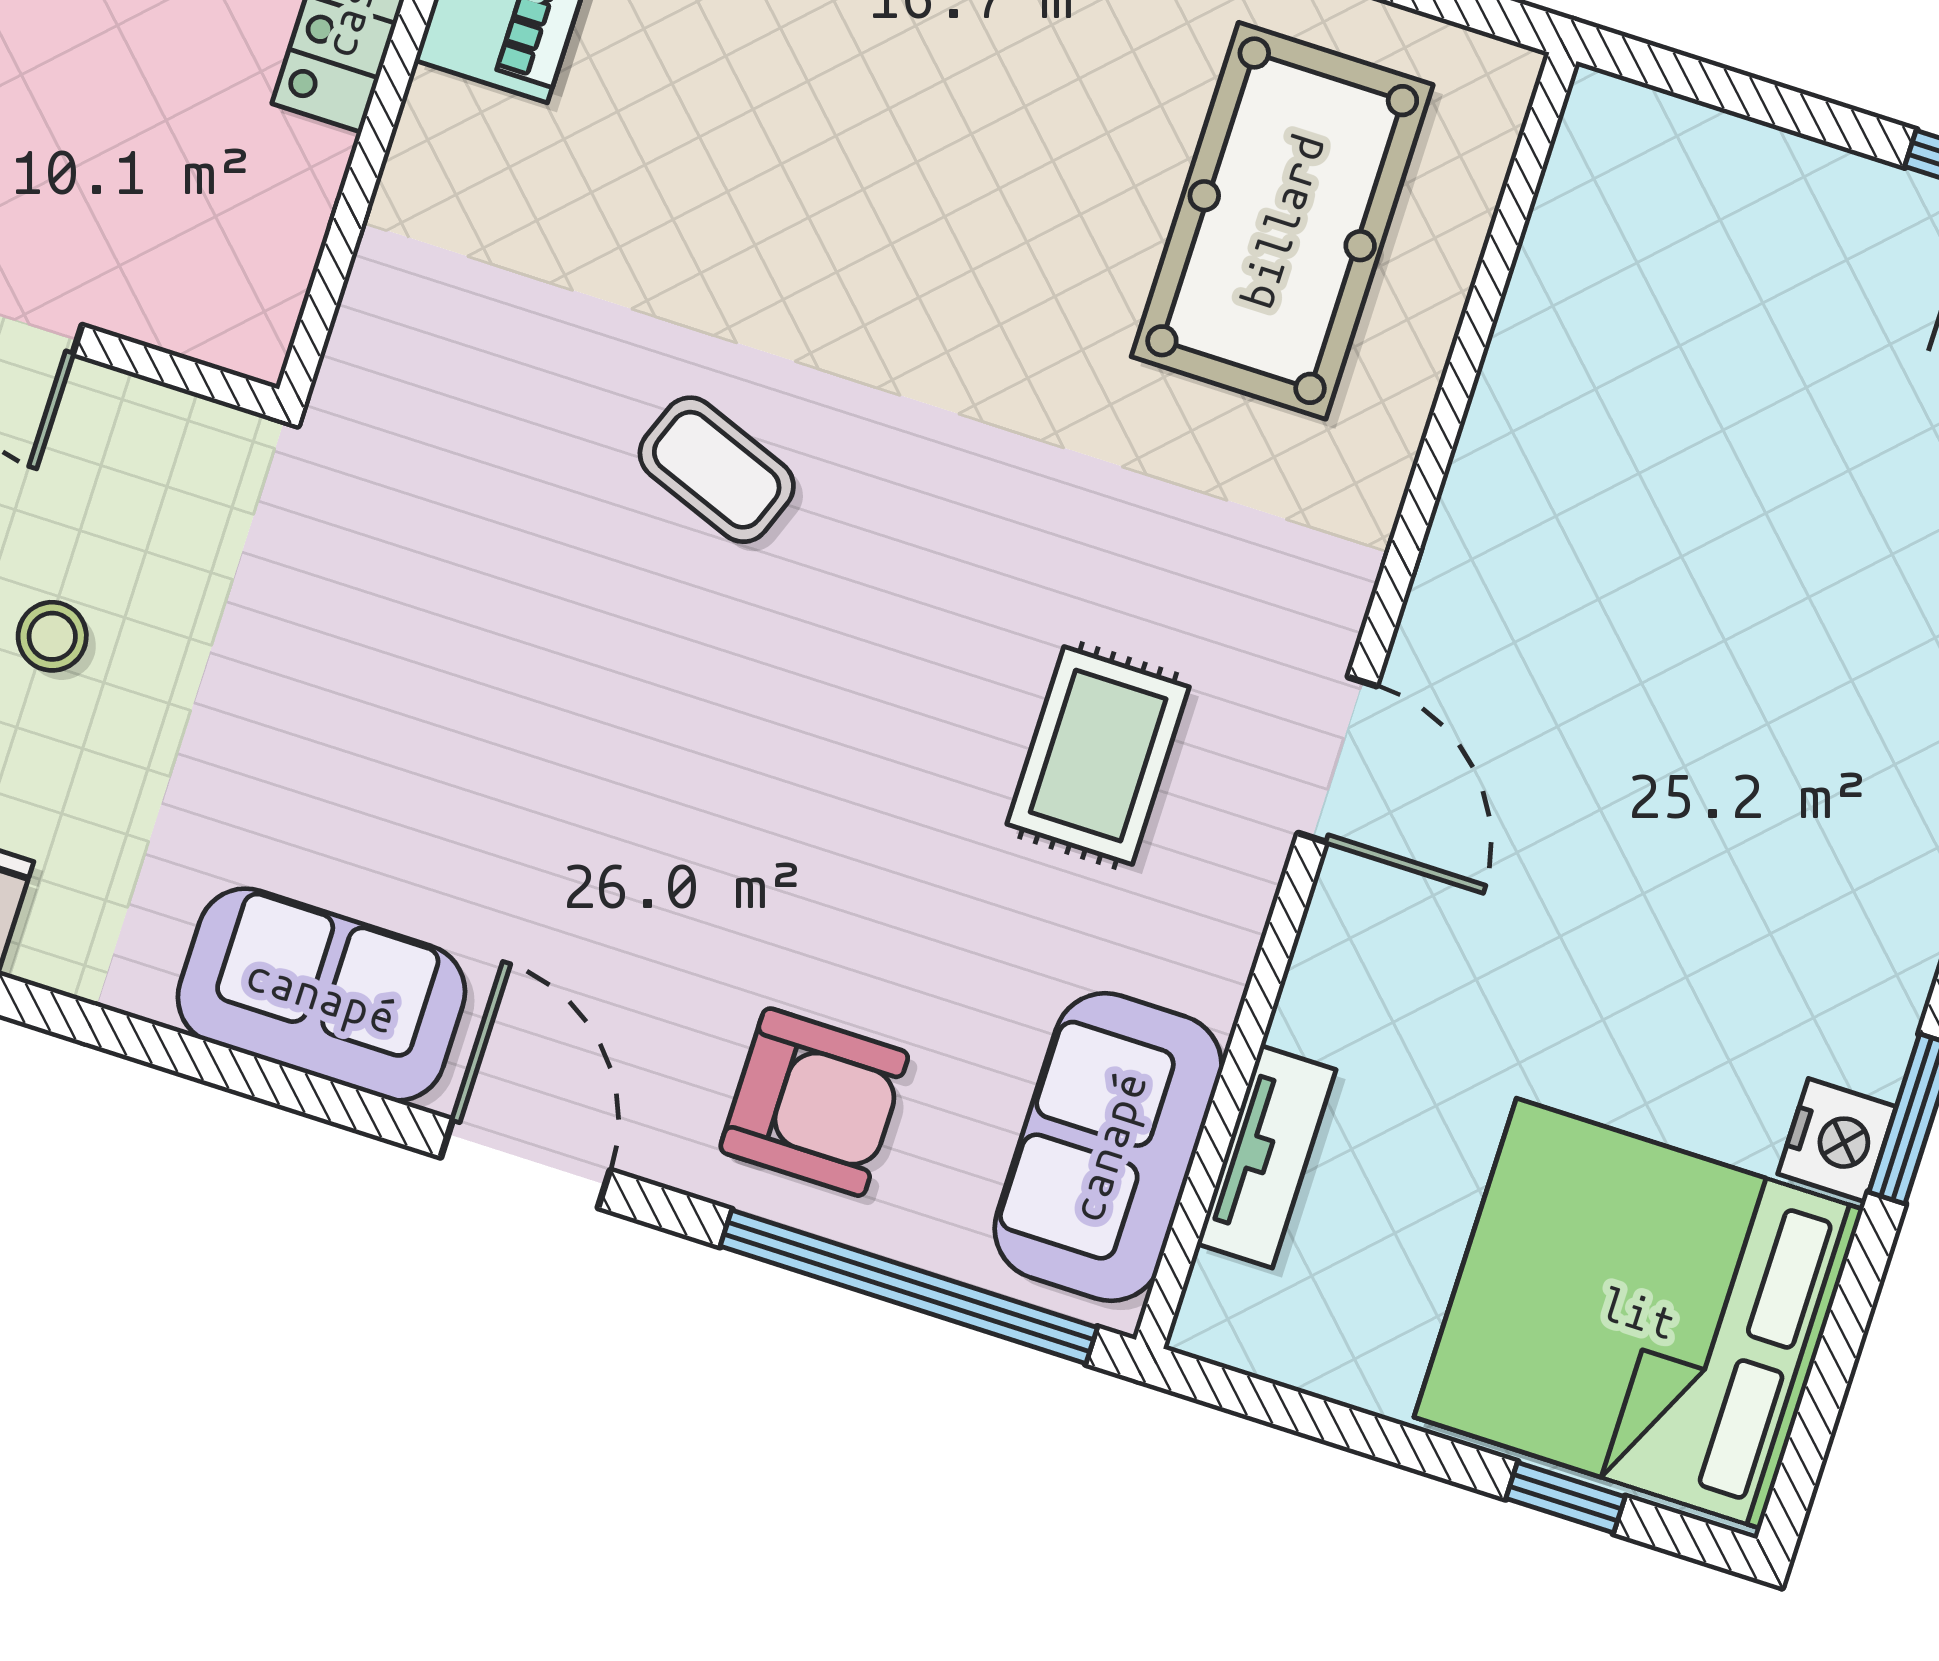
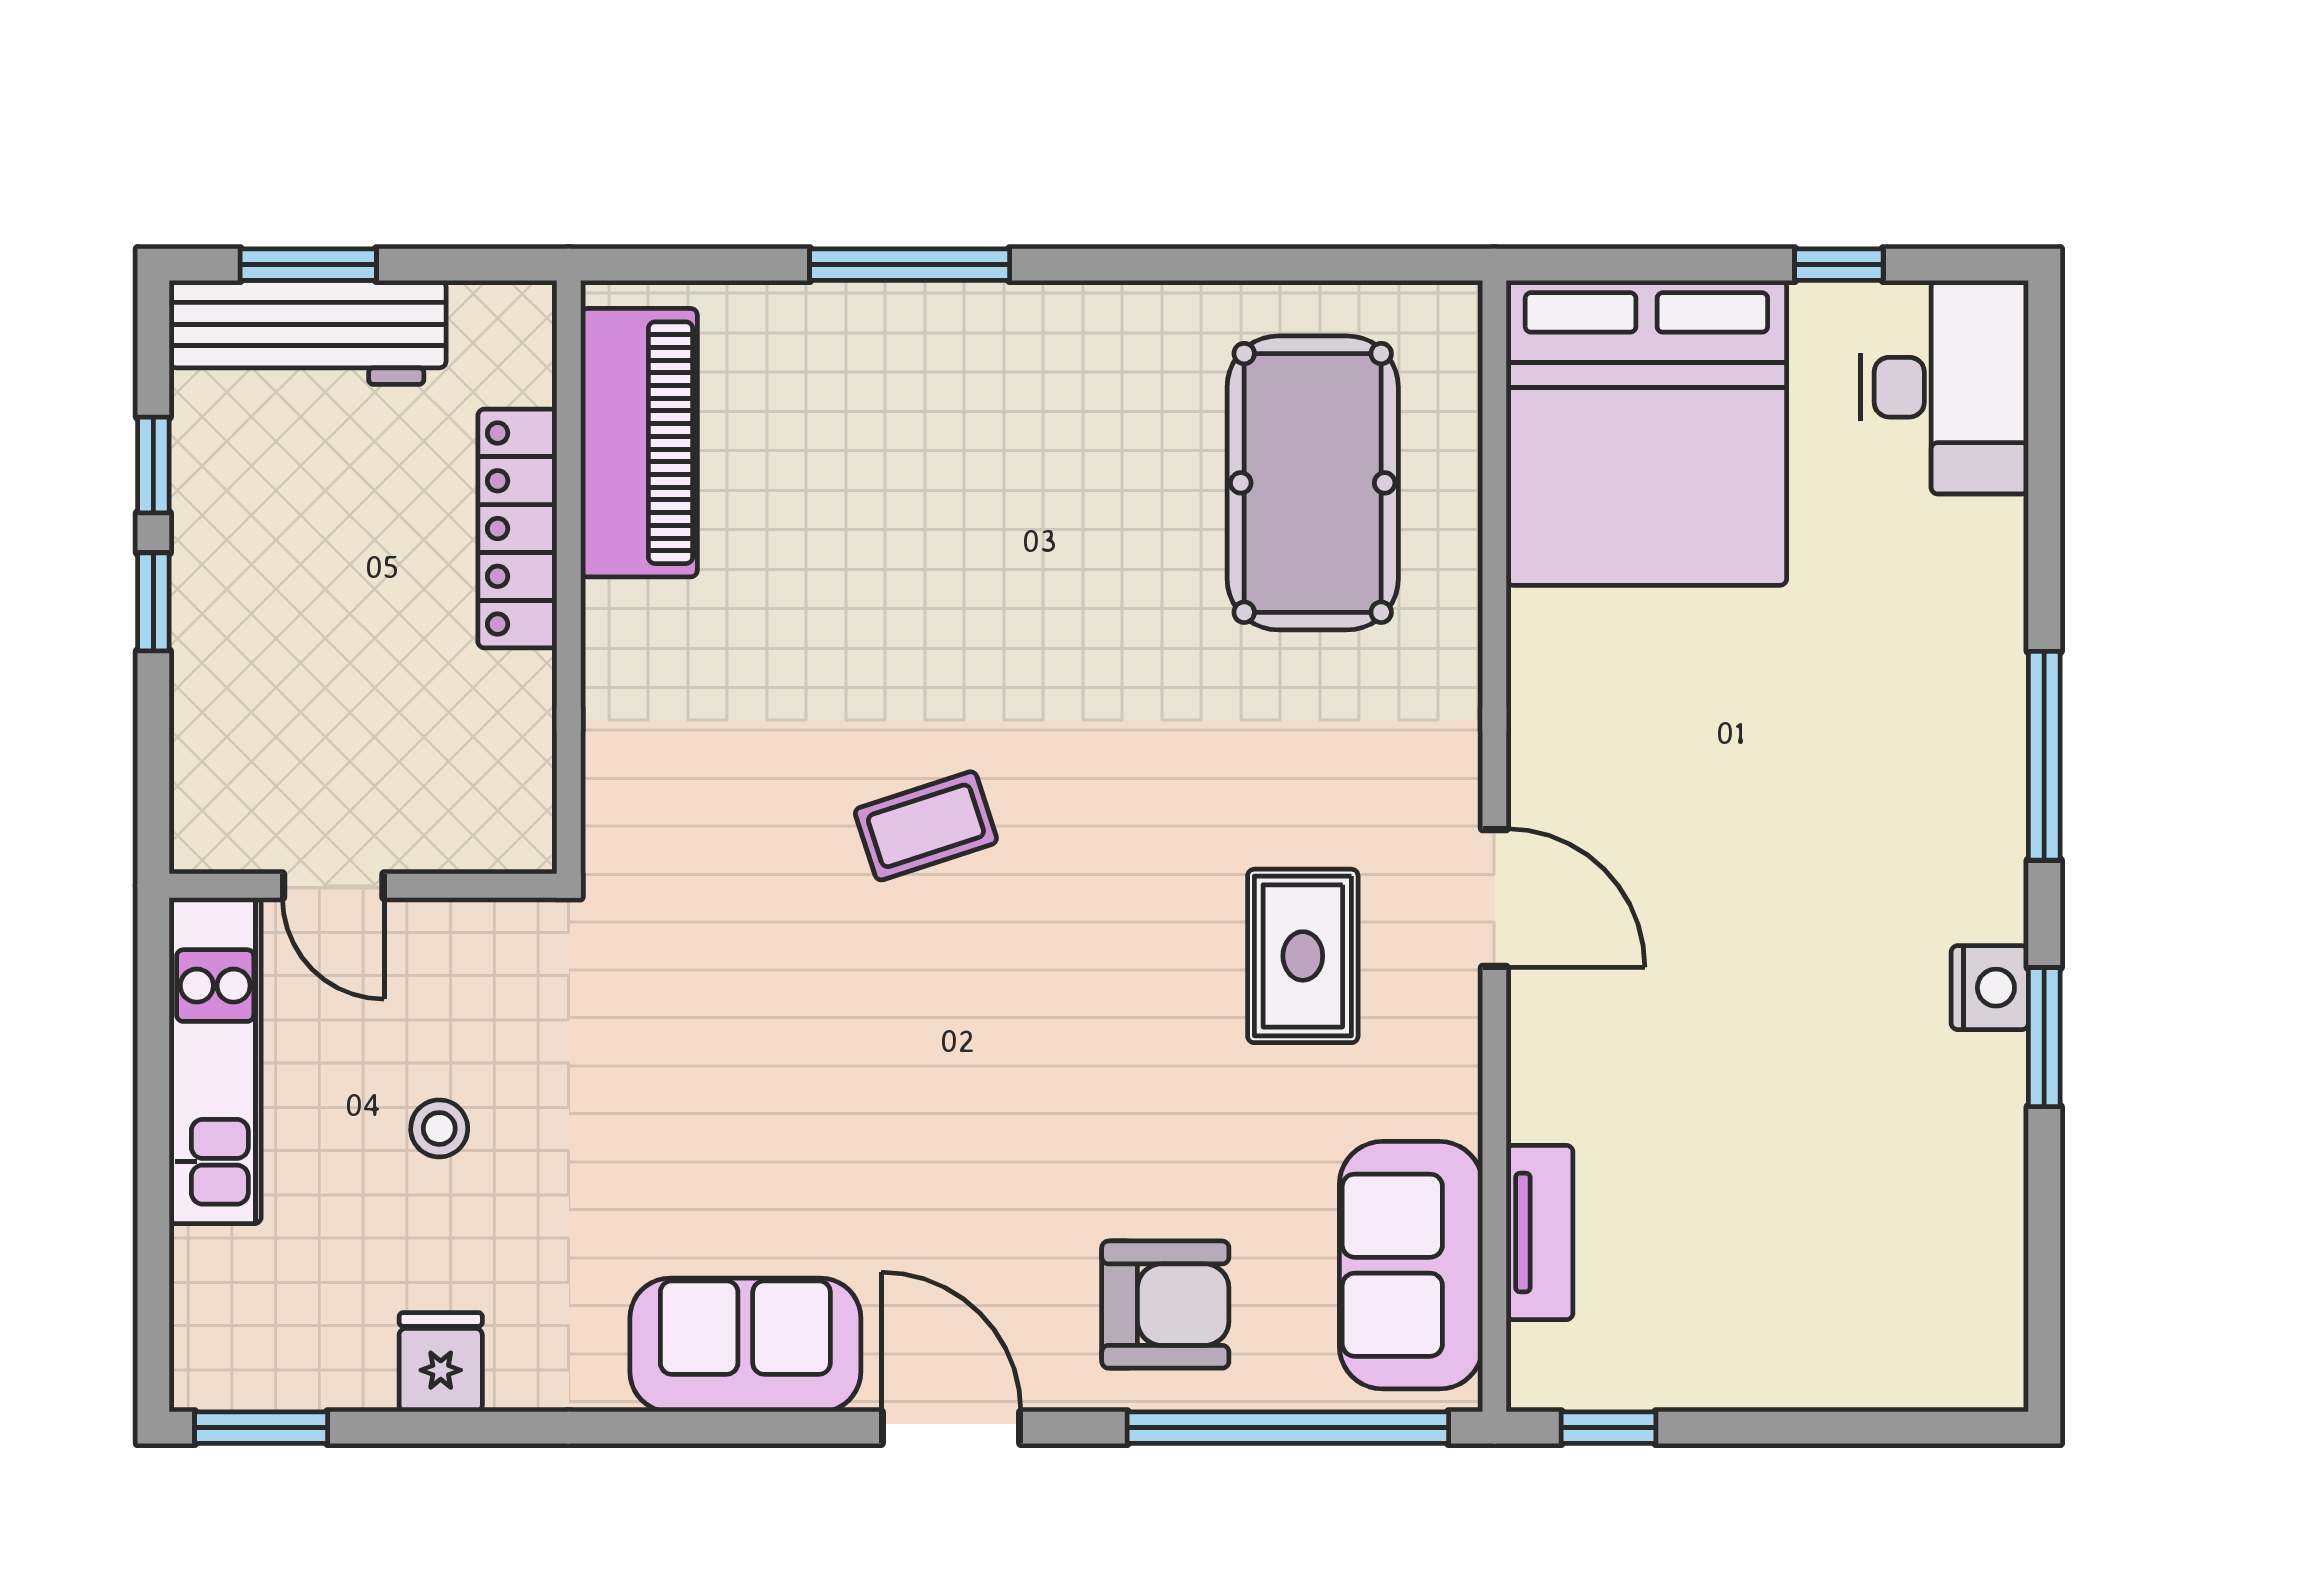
coffee table: (717, 470) -> (926, 826), turned -39
nightstand: (1837, 1140) -> (1990, 988), moved
bed: (1639, 1313) -> (1646, 433), moved, turned -90
window: (1565, 1498) -> (1609, 1428), moved

